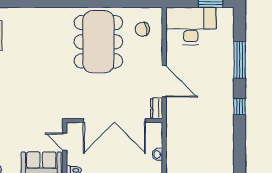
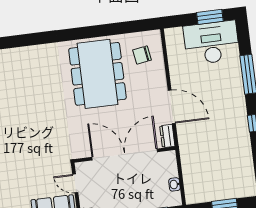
desk: (191, 26) -> (211, 43), moved
double door: (114, 120) -> (125, 154), swing flipped

